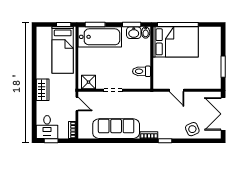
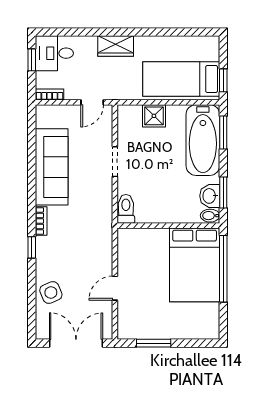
toilet: (142, 71) -> (126, 209), moved
shower: (88, 82) -> (154, 116), moved
door: (177, 90) -> (115, 288), moved

